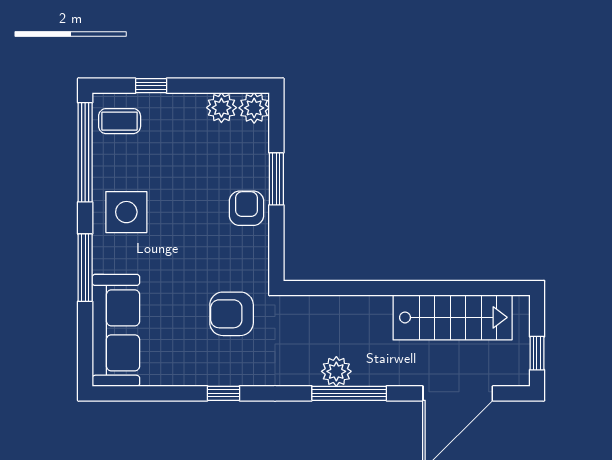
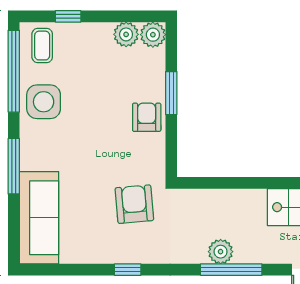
coffee table: (120, 121) -> (42, 46), turned 90
side table: (126, 212) -> (44, 102), moved
armchair: (232, 314) -> (134, 204), turned 85

